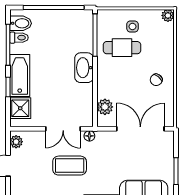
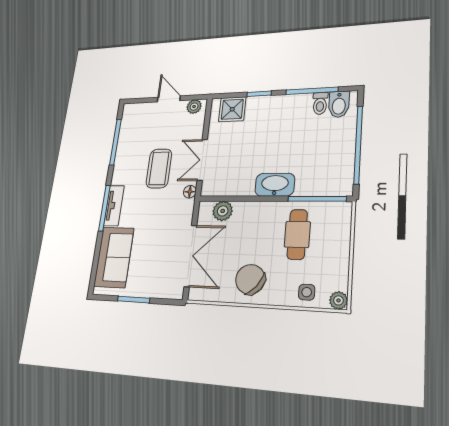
side table: (132, 26) -> (307, 292), moved
bathtub: (20, 75) -> (272, 107), removed
chair: (156, 80) -> (250, 279), width x1.87, depth x1.87

